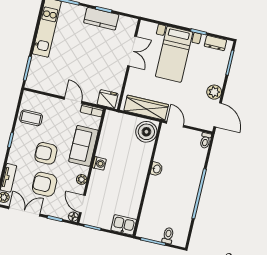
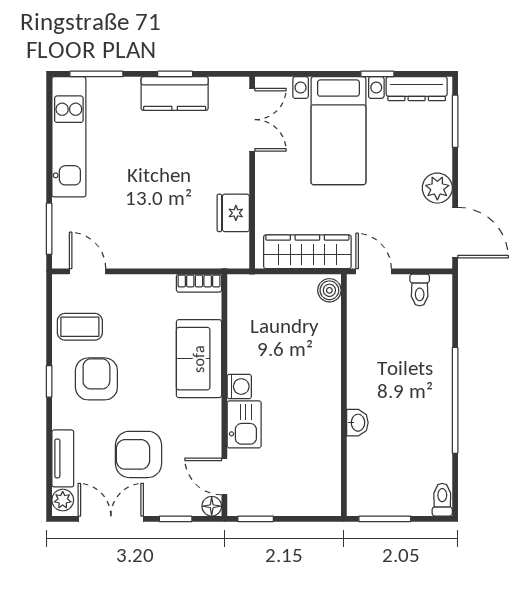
dresser: (215, 43) -> (417, 89), width x1.44
double door: (132, 51) -> (252, 120), moved
fridge: (108, 99) -> (233, 213), moved, turned -90
door: (73, 100) -> (88, 271), moved
boiler: (146, 132) -> (329, 290), width x0.54, depth x0.54
toilet: (205, 140) -> (420, 290), moved
armchair: (46, 153) -> (96, 379), moved, turned 90
washbasin: (157, 169) -> (357, 423), moved
plant: (82, 179) -> (211, 427), removed
kitchen sink: (124, 225) -> (244, 424), moved, turned 90
toilet: (168, 236) -> (442, 500), moved

